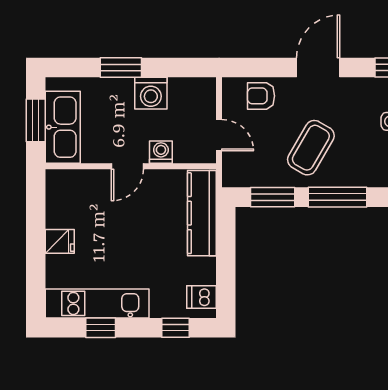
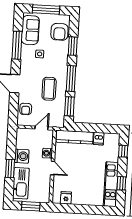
kitchen sink: (63, 127) -> (21, 183), moved, turned 90
coffee table: (311, 148) -> (49, 89), turned 60
fridge: (60, 241) -> (66, 198), moved
dishwasher: (201, 297) -> (99, 139), moved

